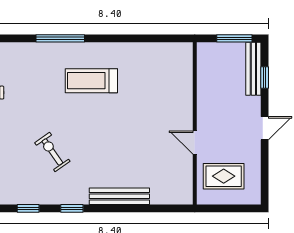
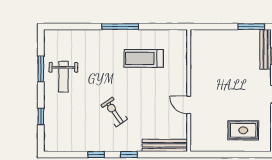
wall: (195, 123) -> (189, 91), moved
door: (195, 143) -> (189, 105), moved

